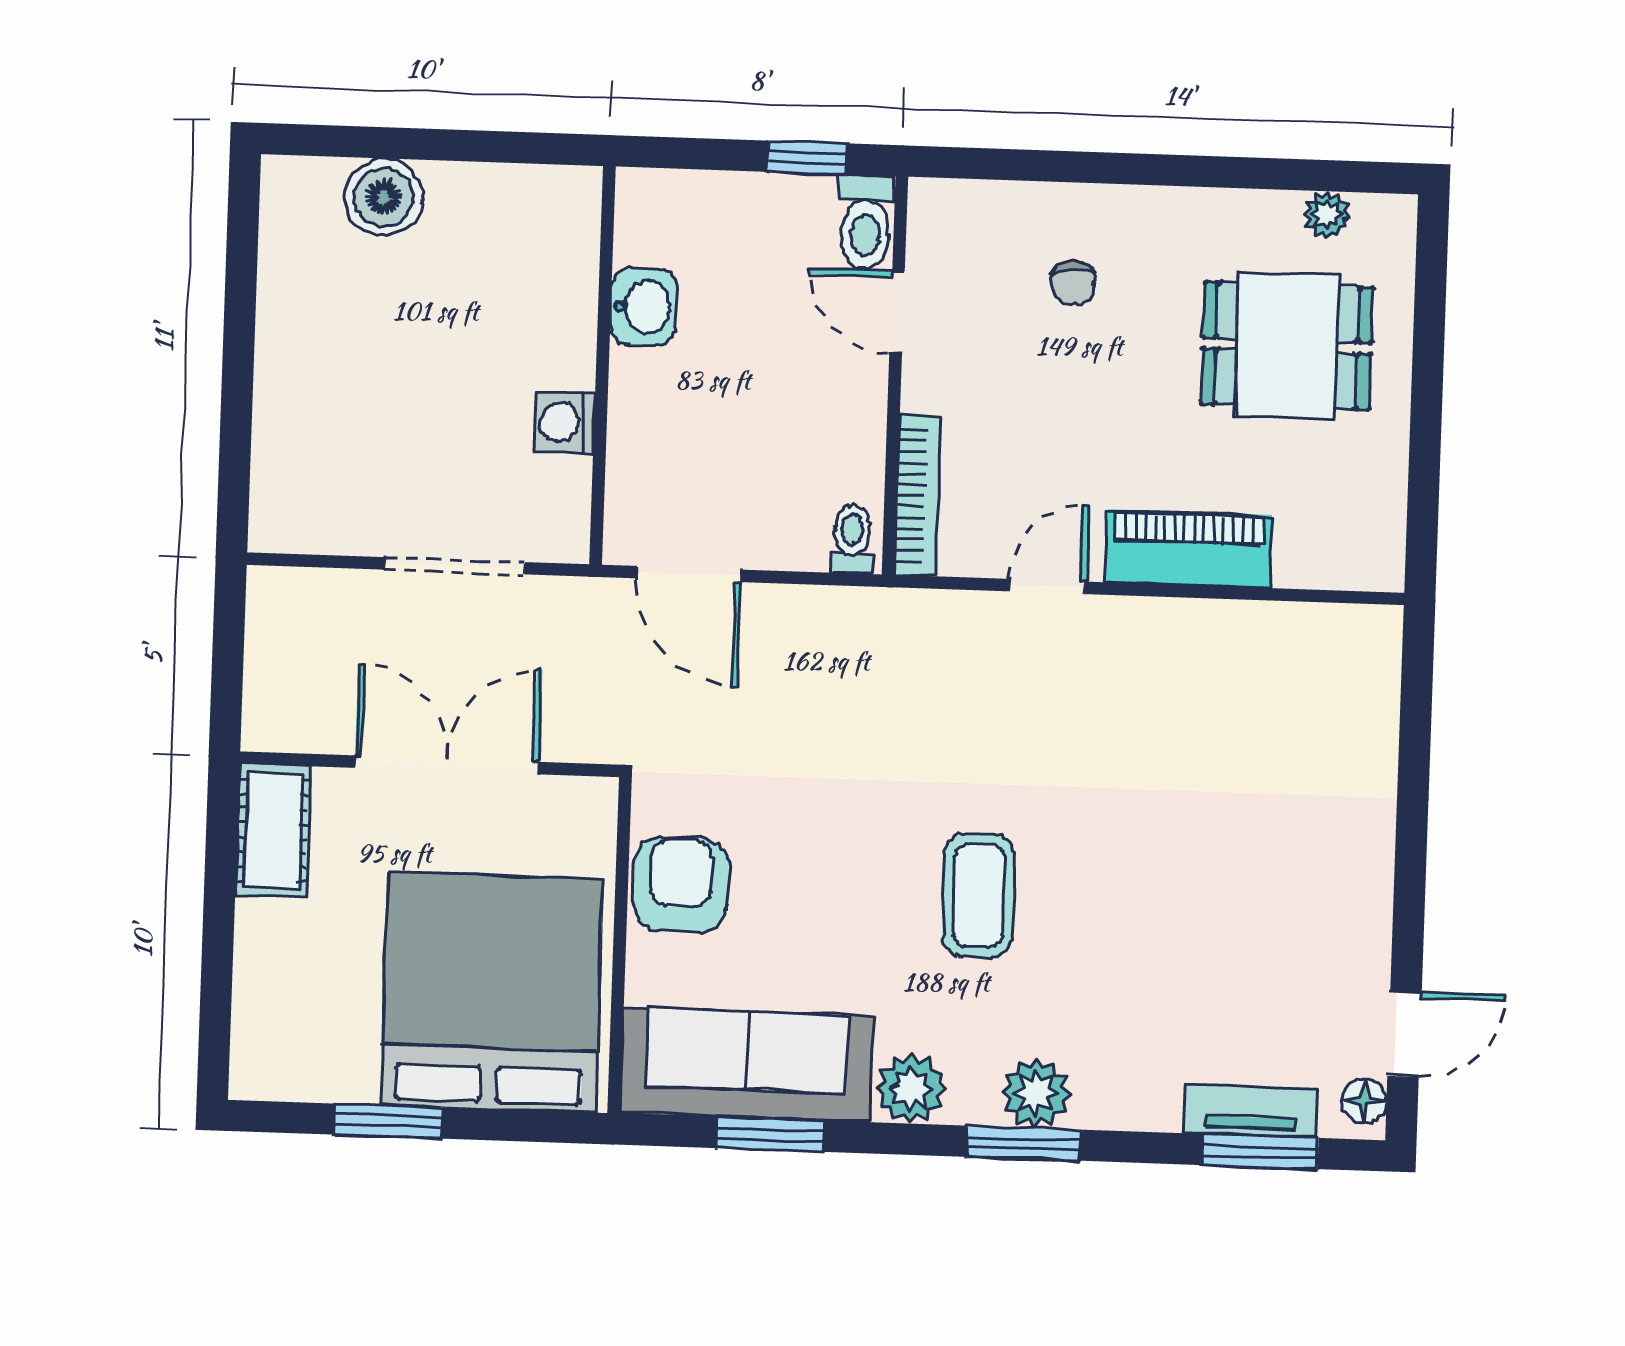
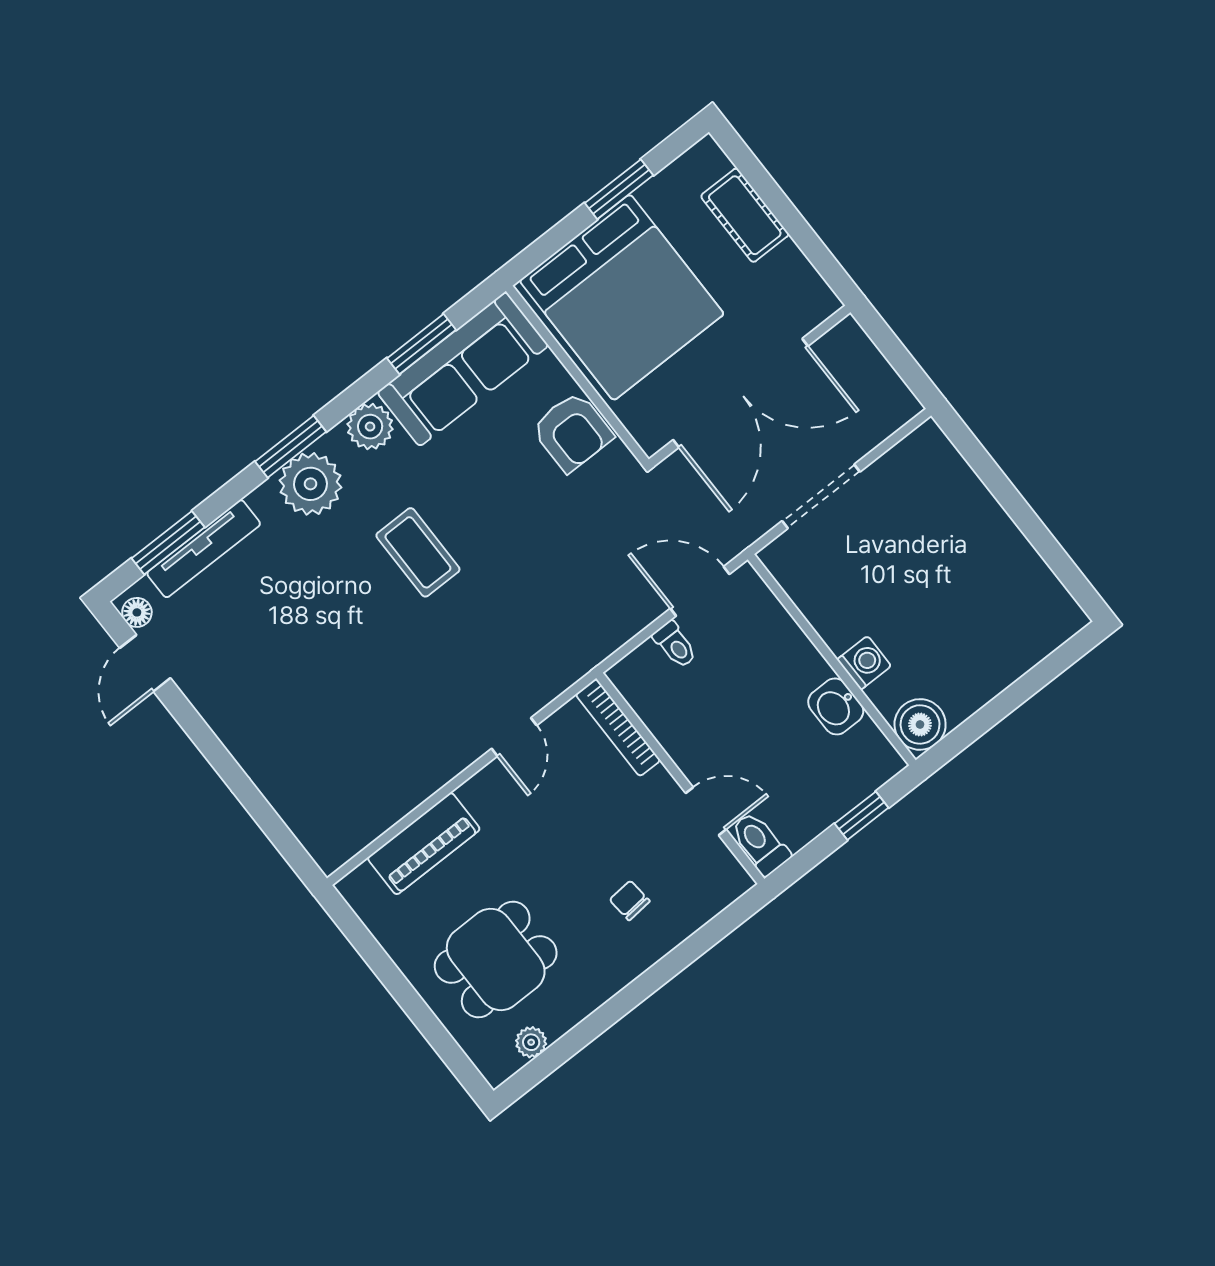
window: (807, 158) -> (862, 816), moved
boiler: (384, 197) -> (920, 724), moved
washing machine: (564, 422) -> (864, 663), moved
toilet: (852, 539) -> (675, 645), moved
piano: (1189, 549) -> (424, 844), moved
double door: (447, 765) -> (741, 393), width x1.36
cot: (273, 830) -> (745, 215), moved
plant: (1036, 1093) -> (310, 484), width x1.36, depth x1.36
tv unit: (1251, 1111) -> (204, 549), width x1.41

